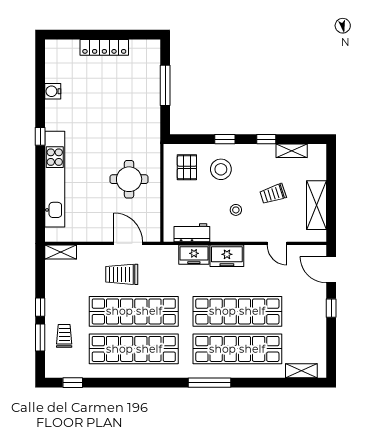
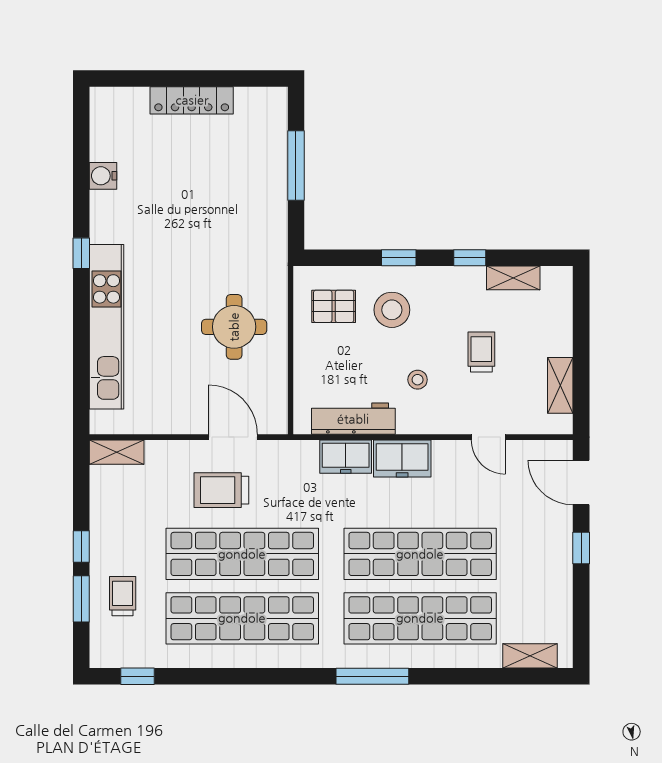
pallet: (187, 167) -> (334, 306), turned 90
trolley: (273, 194) -> (481, 352), turned 108
shelving: (317, 205) -> (560, 385), width x0.67, depth x0.75
workbench: (192, 233) -> (353, 419), width x1.38

